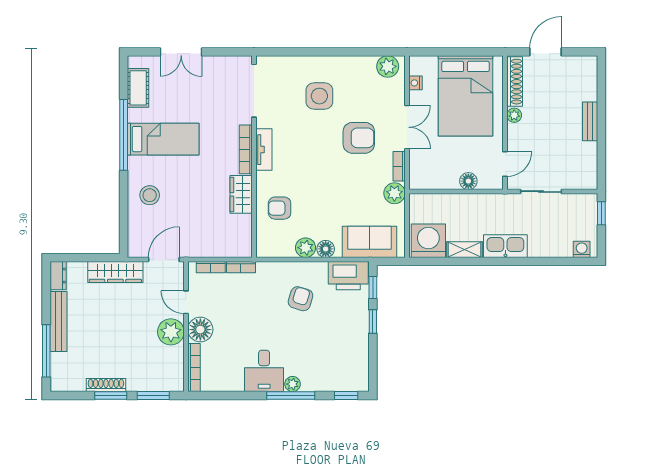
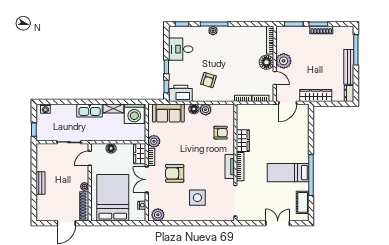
wardrobe: (419, 172) -> (140, 154), added
stool: (150, 195) -> (296, 140), removed
desk: (264, 371) -> (181, 49), moved, turned -90

